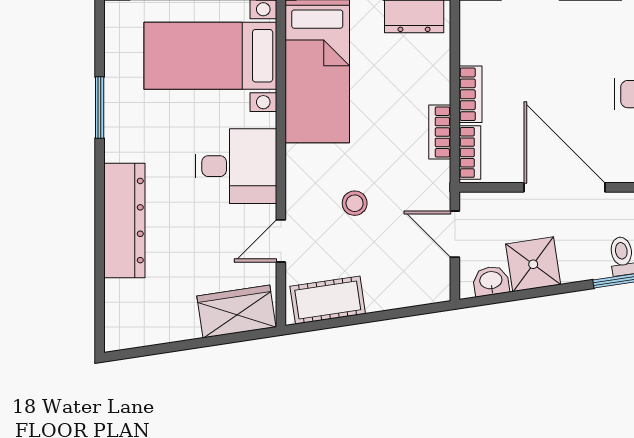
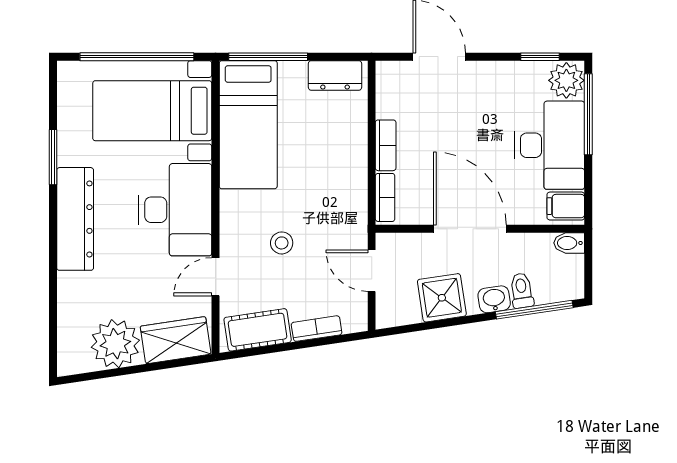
bookcase: (440, 132) -> (317, 329), moved, turned 81
desk: (236, 166) -> (175, 210), width x1.37
dresser: (124, 221) -> (75, 219), moved
washbasin: (491, 281) -> (494, 299), moved
plant: (169, 315) -> (115, 344), added

